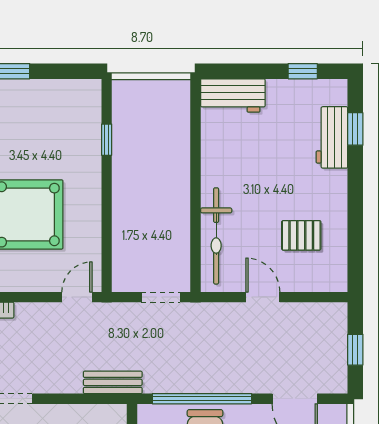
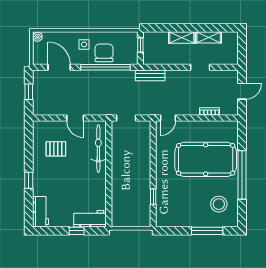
window: (303, 71) -> (77, 231), moved
window: (355, 129) -> (29, 180), moved
workbench: (332, 137) -> (41, 212), moved

